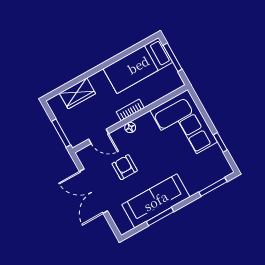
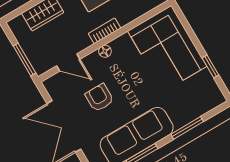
window: (213, 187) -> (187, 128), moved

